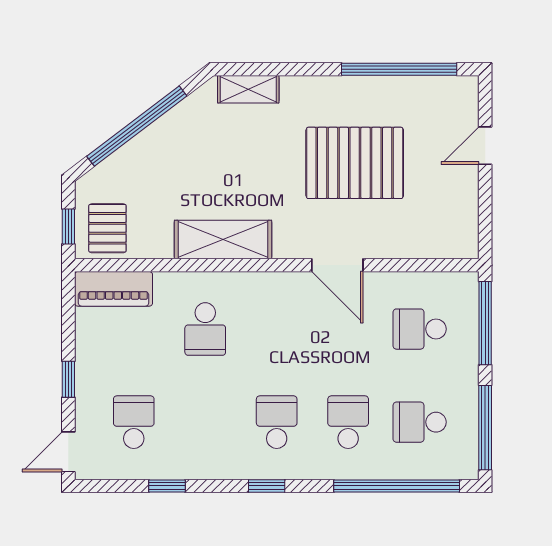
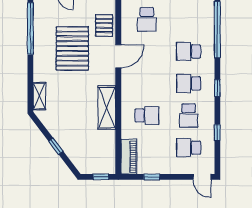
window: (137, 126) -> (56, 146), width x0.32
pallet: (107, 228) -> (104, 25), moved, turned 90
window: (68, 379) -> (152, 177), moved
school desk: (420, 422) -> (189, 116), moved

